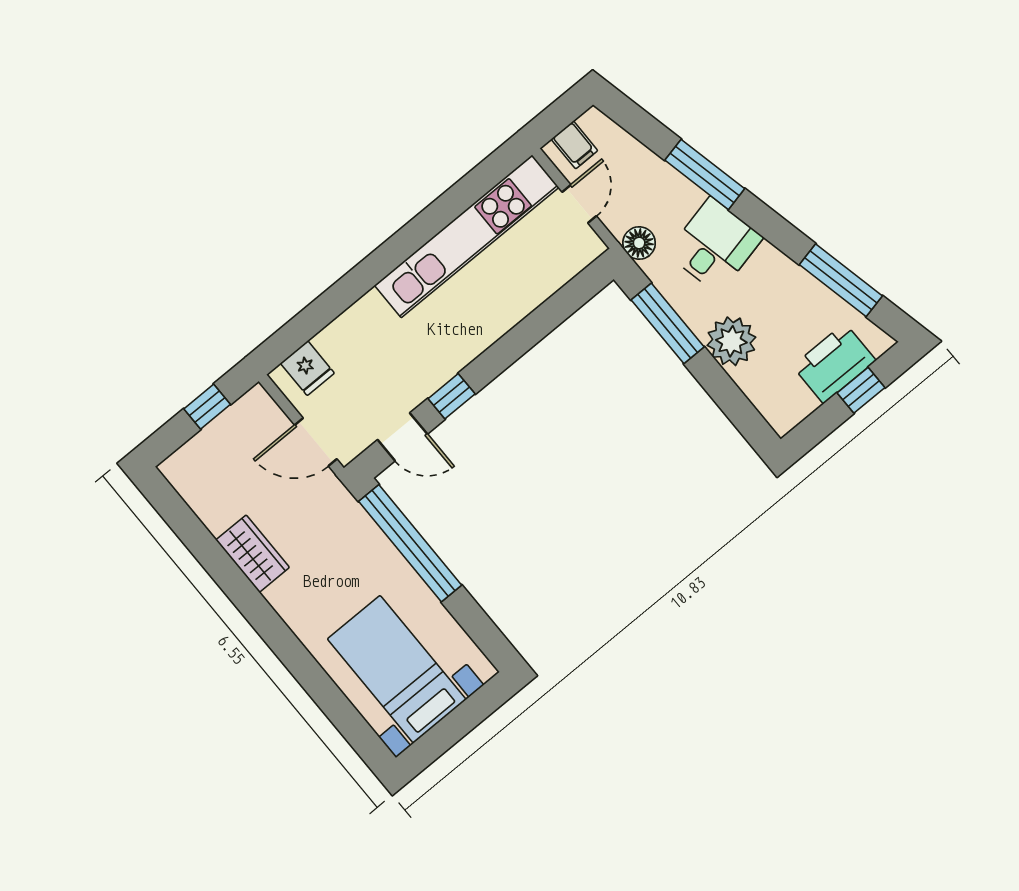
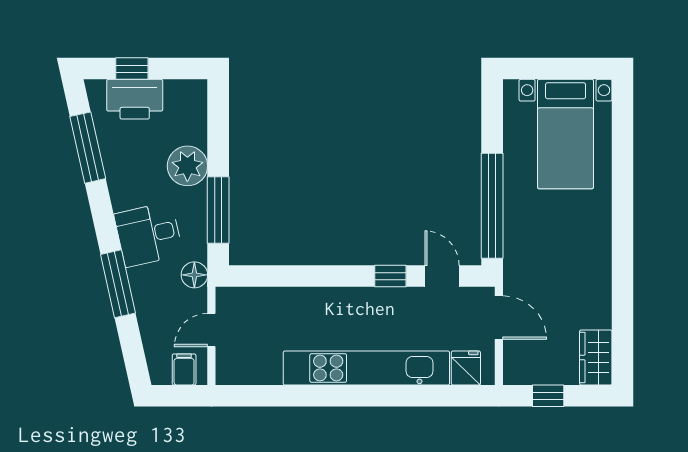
kitchen unit: (467, 236) -> (366, 368), moved
wardrobe: (253, 554) -> (596, 357), moved

